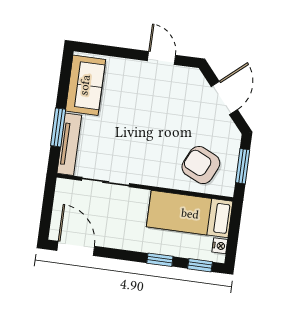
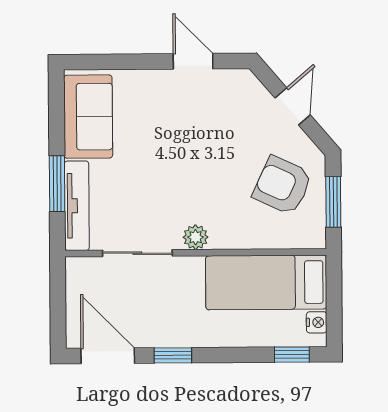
door: (224, 98) -> (293, 106), width x0.73
armchair: (201, 165) -> (283, 185), moved
plant: (146, 177) -> (196, 237), added
window: (160, 260) -> (173, 355), moved

